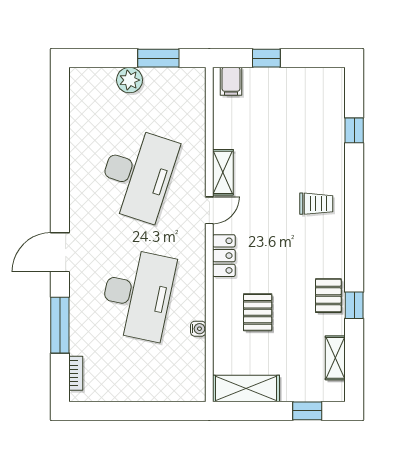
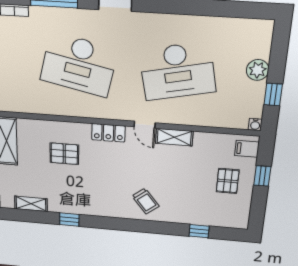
window: (158, 58) -> (273, 94), width x0.67
desk: (137, 174) -> (177, 71), turned -30
trolley: (316, 204) -> (146, 201), turned -39
pallet: (328, 296) -> (228, 181), moved, turned 90
water cooler: (198, 329) -> (255, 125), moved

